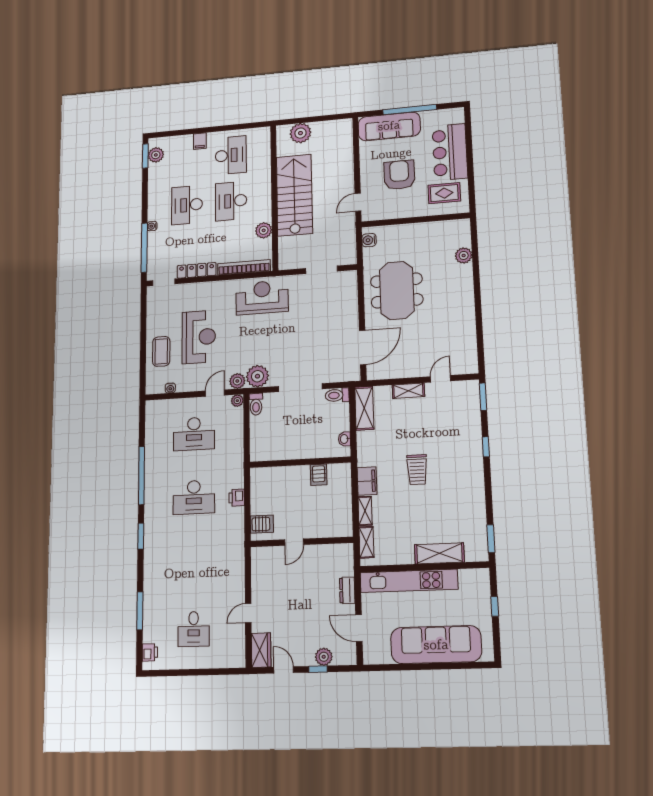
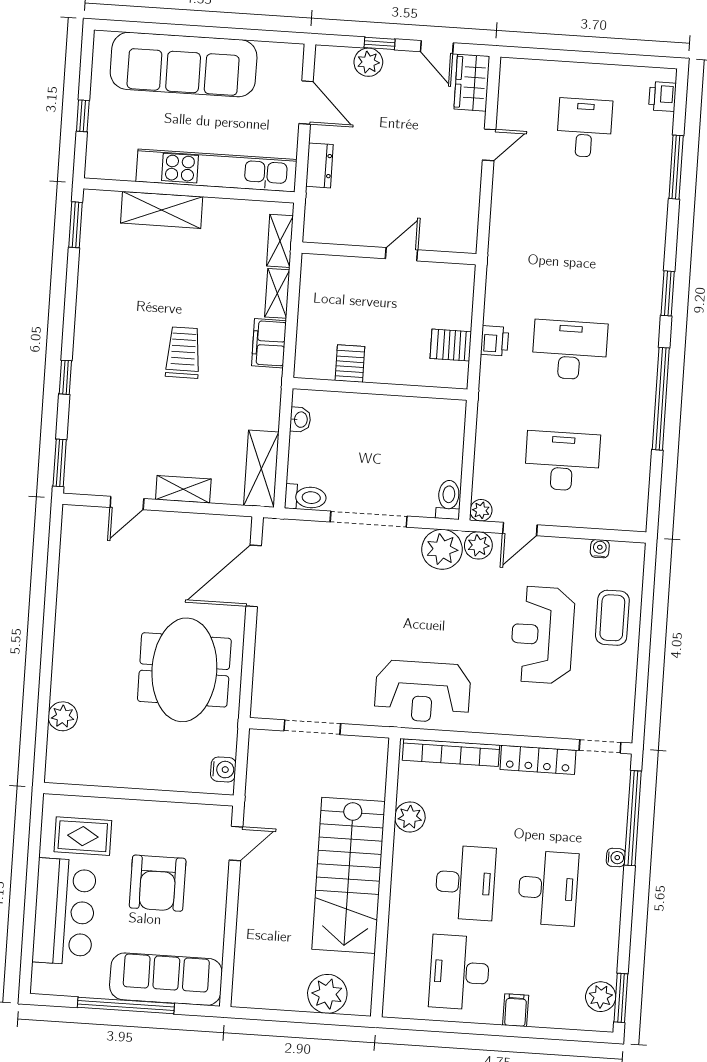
server rack: (262, 524) -> (451, 345), moved

